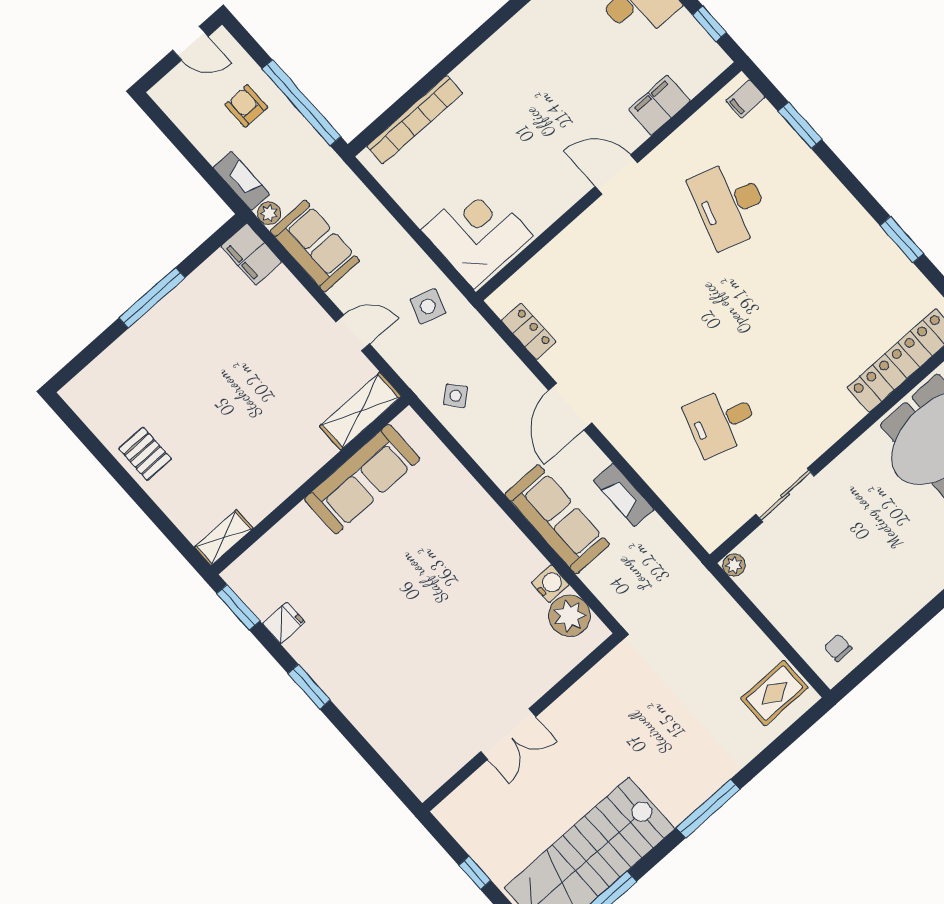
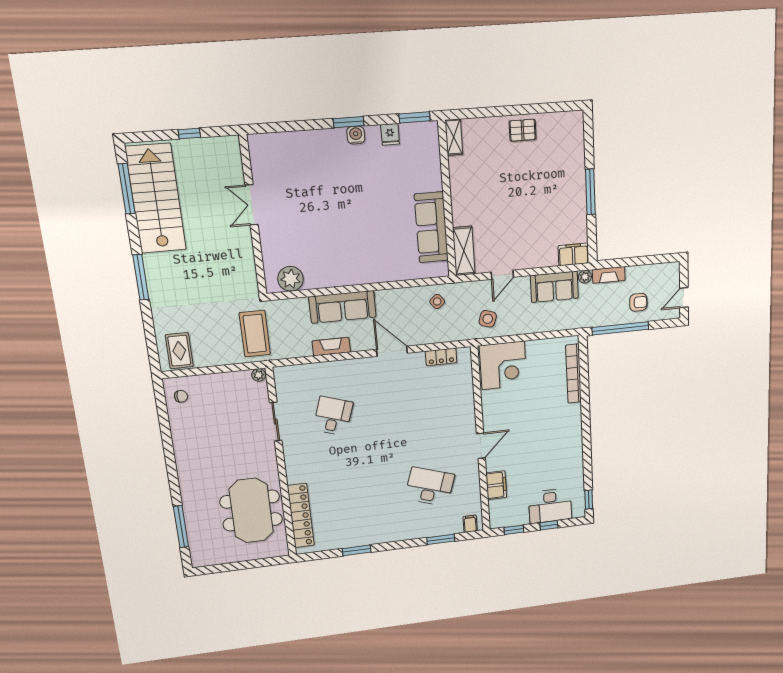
water cooler: (550, 584) -> (356, 135), moved, turned 180
coffee table: (679, 610) -> (255, 334), added

